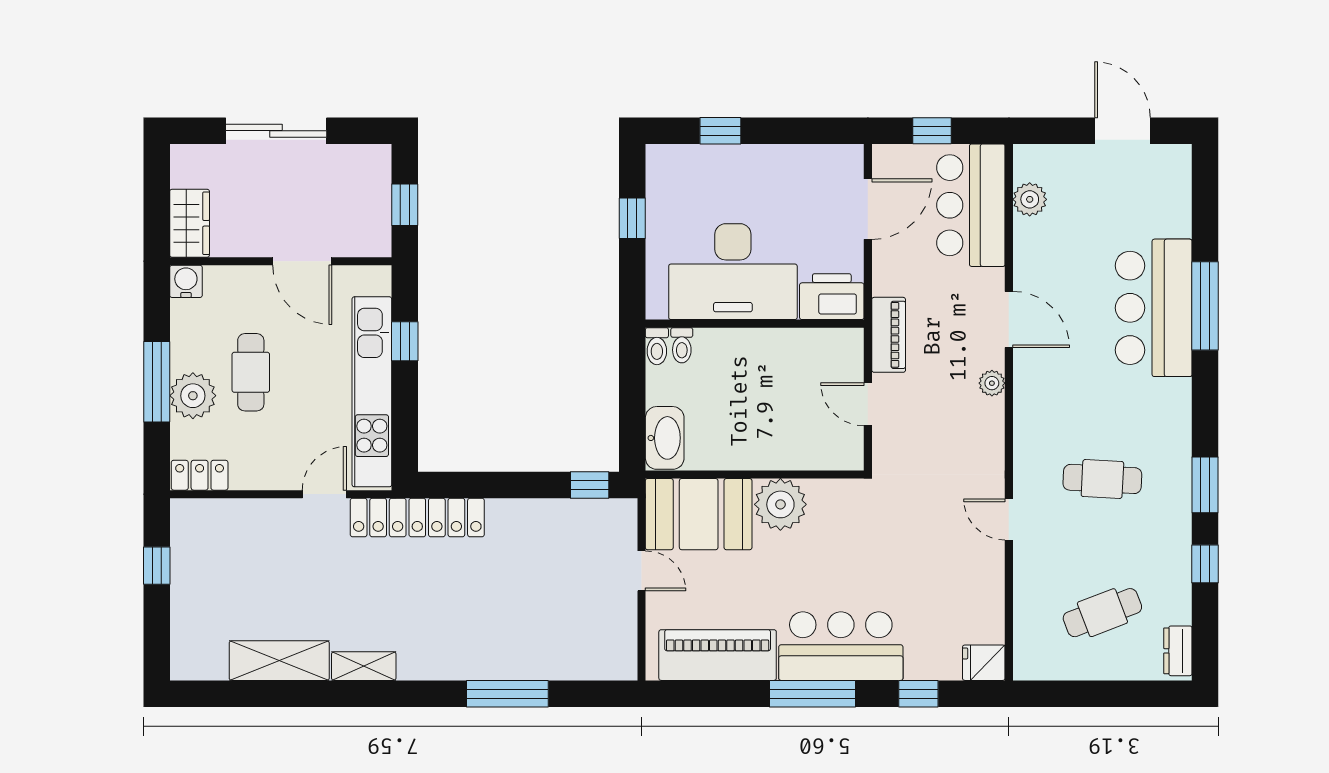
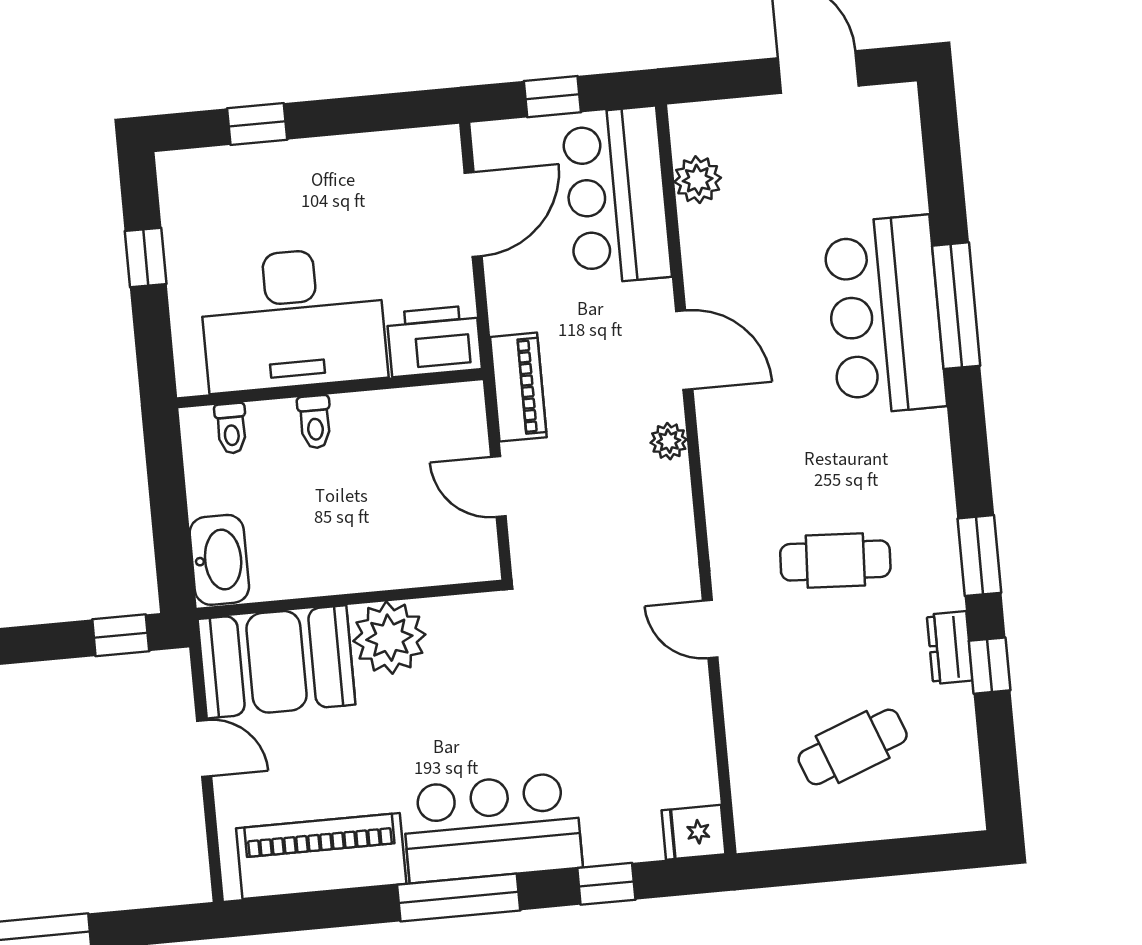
toilet: (657, 346) -> (315, 422), moved
dresser: (1178, 651) -> (950, 648), moved

